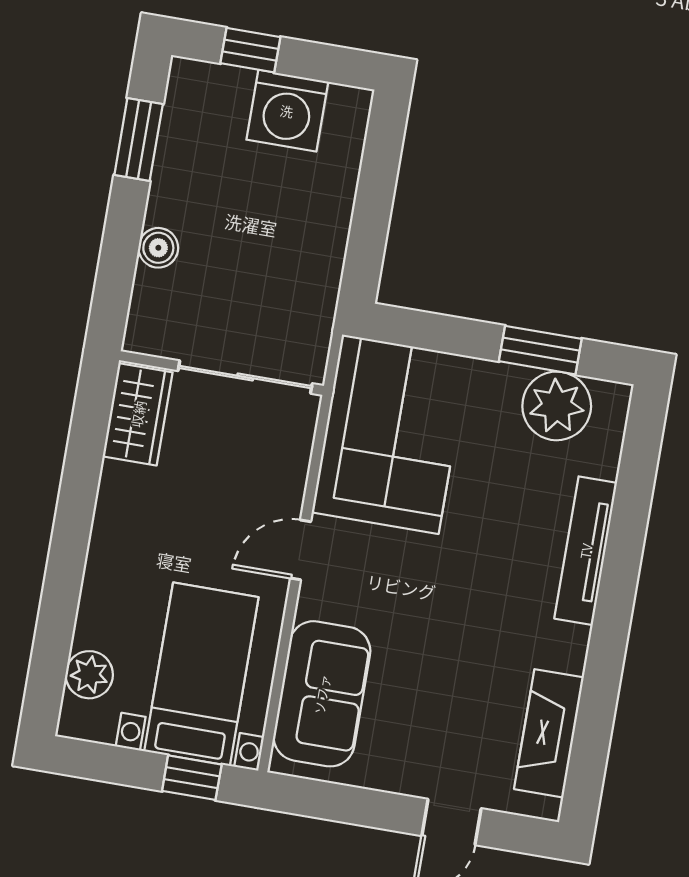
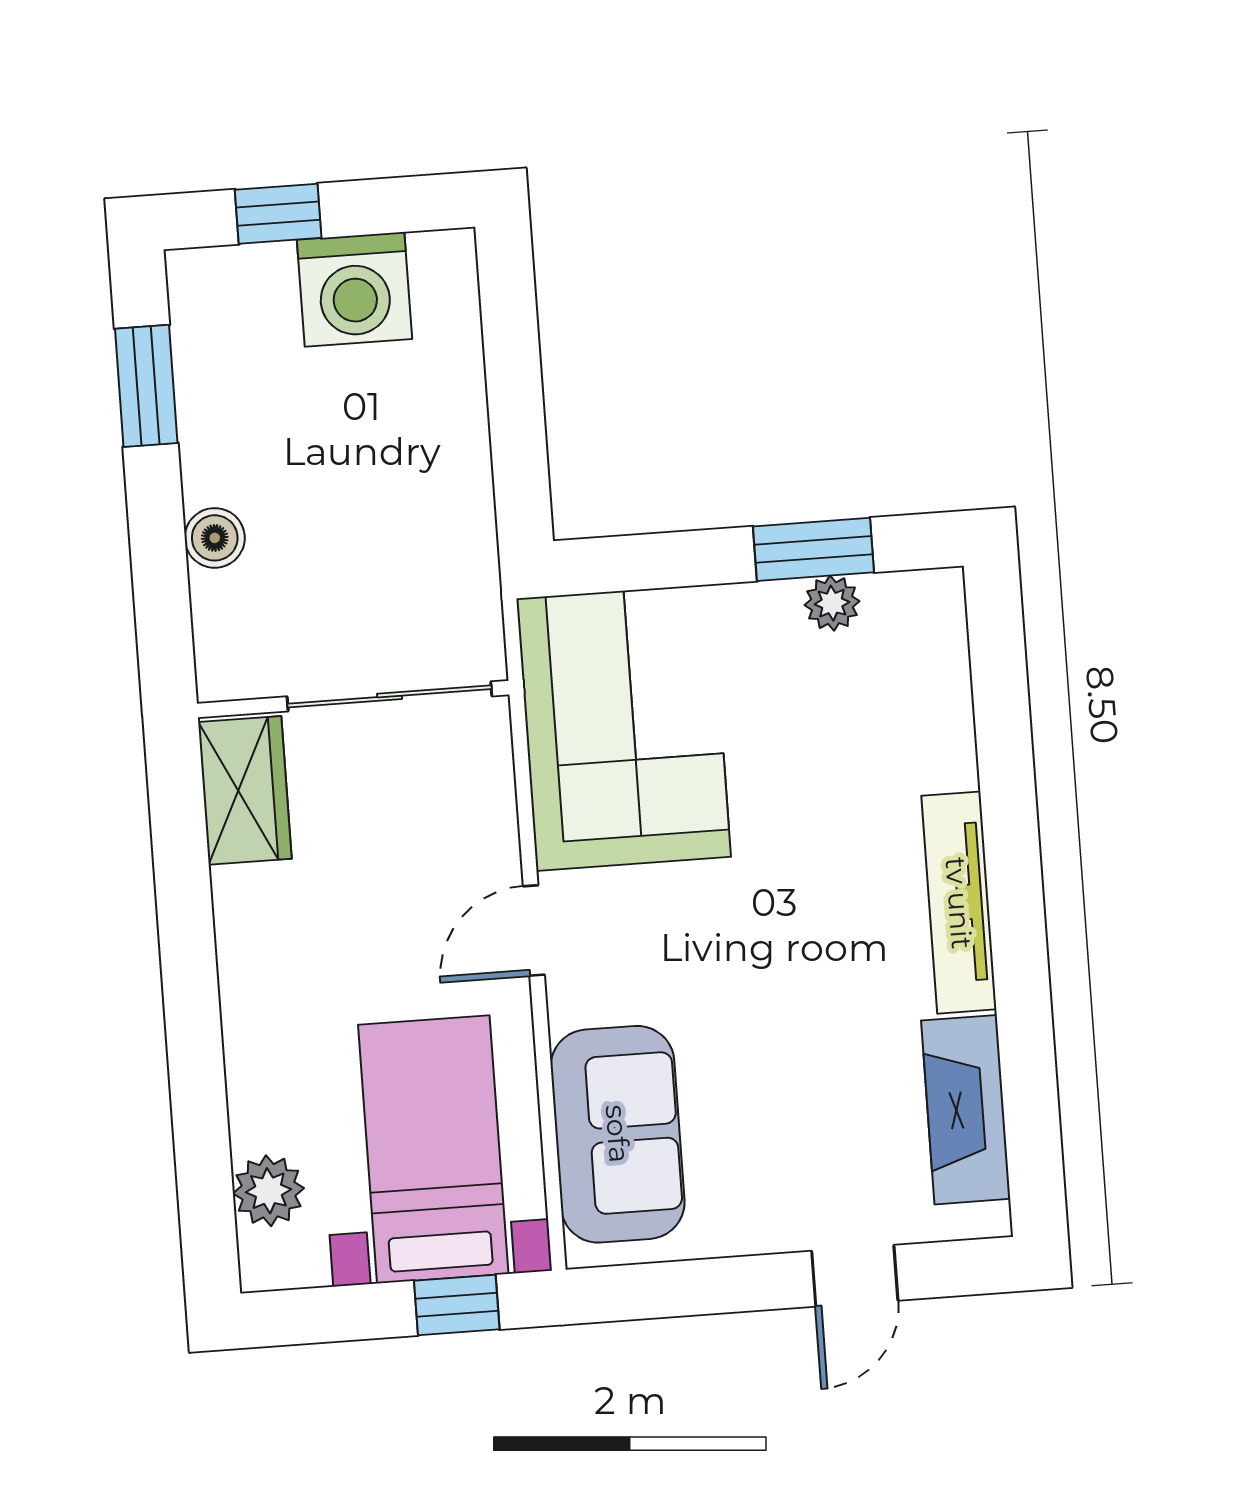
plant: (557, 406) -> (832, 603), width x0.53, depth x0.53
tv unit: (586, 551) -> (959, 903), moved

